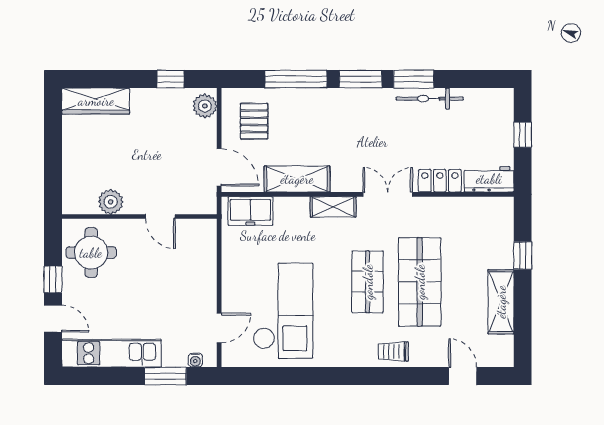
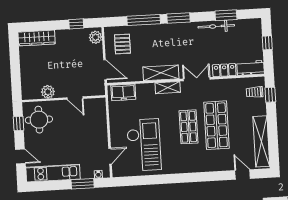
window: (414, 79) -> (226, 15), moved
shelving: (297, 179) -> (161, 73), moved
window: (523, 255) -> (270, 95), moved
window: (53, 279) -> (18, 123), moved
shelving: (501, 302) -> (261, 141), width x1.47
trolley: (393, 352) -> (255, 92), moved

